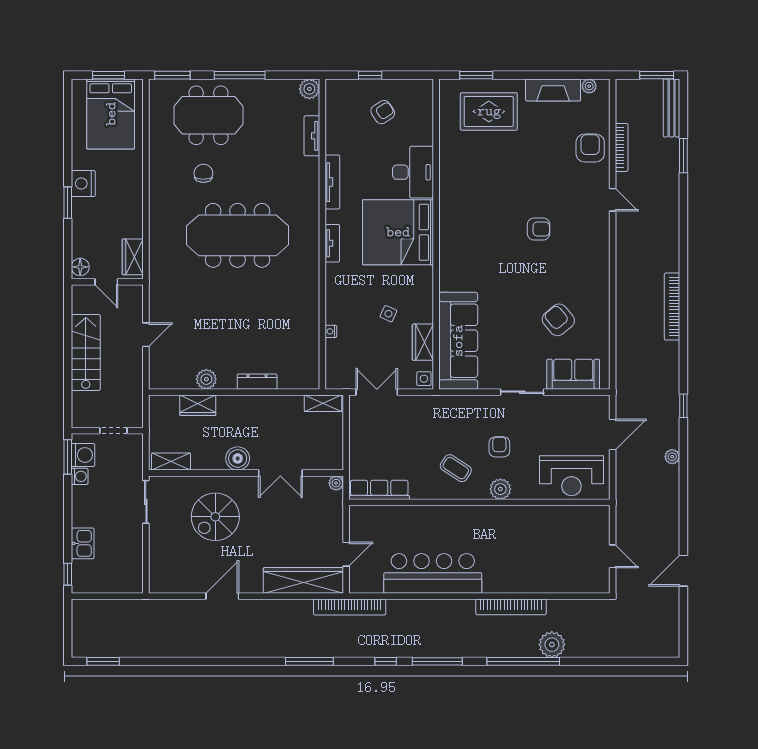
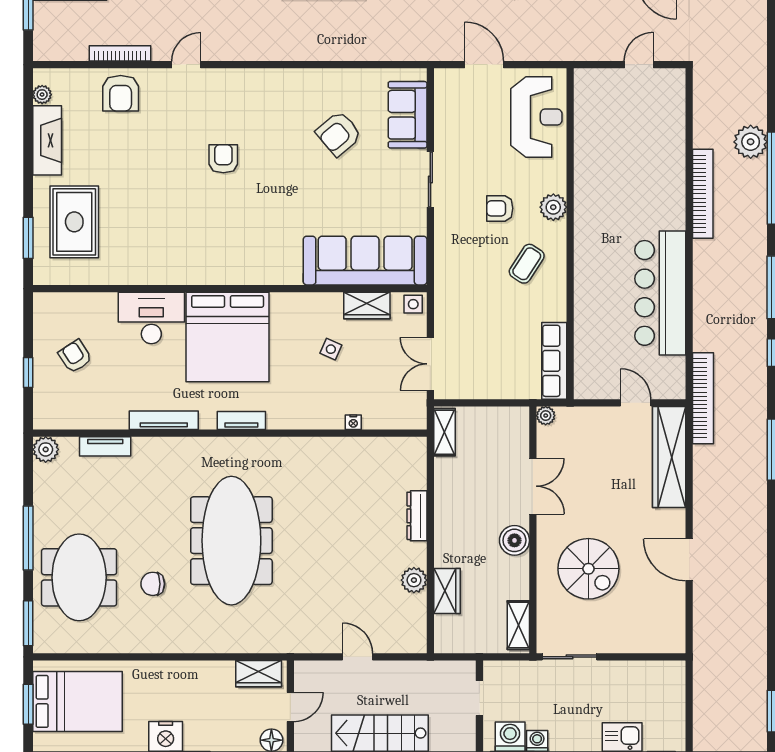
armchair: (590, 148) -> (121, 93), turned -90

